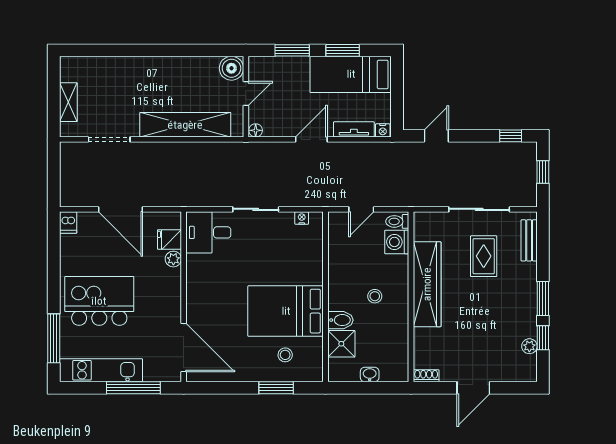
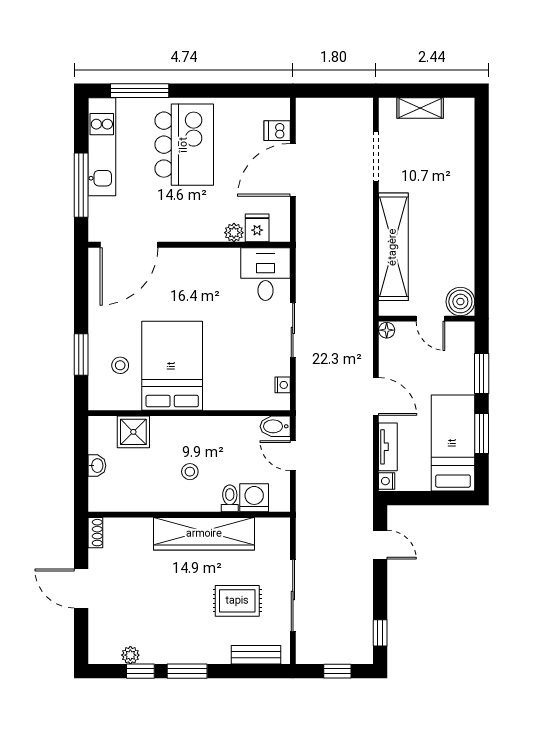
toilet: (397, 221) -> (230, 498), moved
dishwasher: (68, 223) -> (277, 131), moved
bidet: (341, 320) -> (275, 426), moved, turned 90

